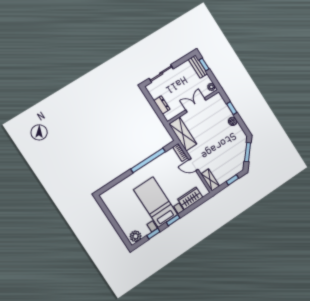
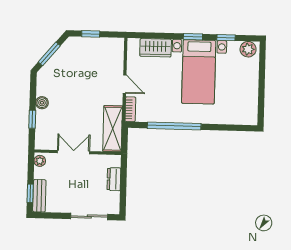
double door: (196, 105) -> (73, 152), swing flipped
shelving: (210, 180) -> (117, 52), removed

